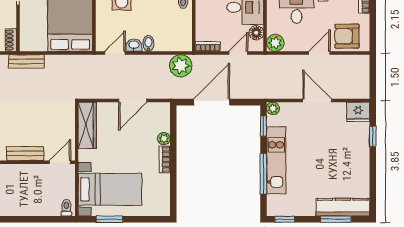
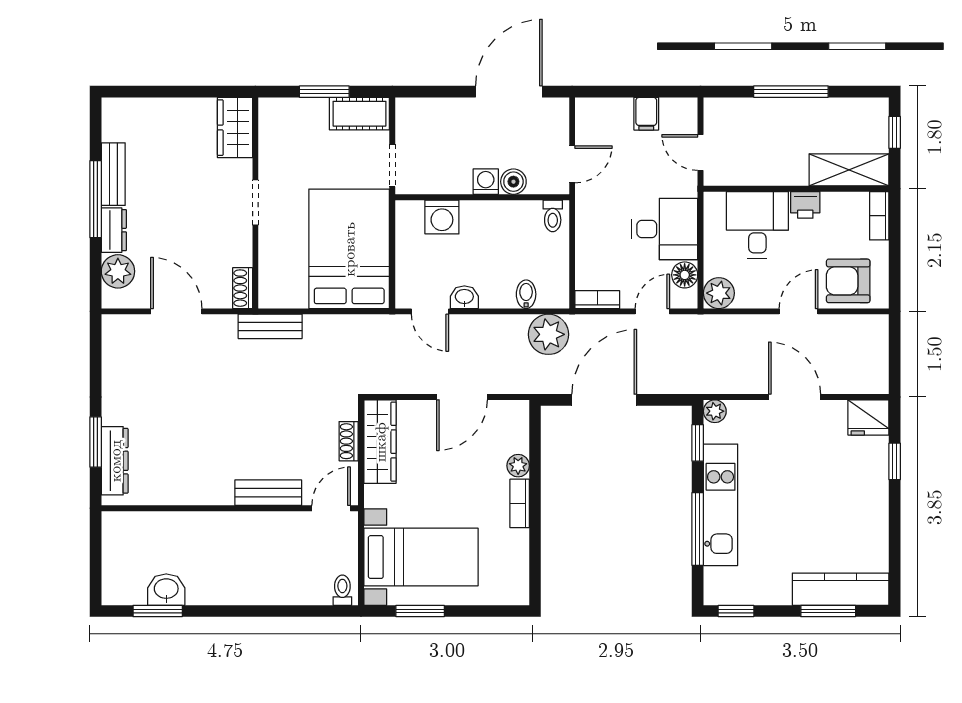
bidet: (148, 44) -> (526, 294), moved
door: (115, 53) -> (430, 311), swing flipped
shoe rack: (70, 125) -> (349, 441), added

